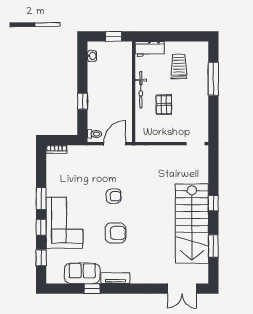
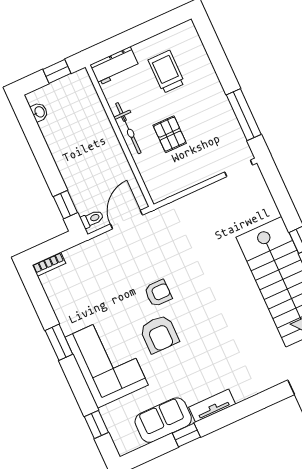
window: (213, 79) -> (244, 115), moved
window: (82, 101) -> (65, 205), moved
window: (41, 227) -> (77, 382), removed
armchair: (115, 233) -> (159, 334), moved, turned 90

